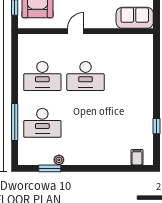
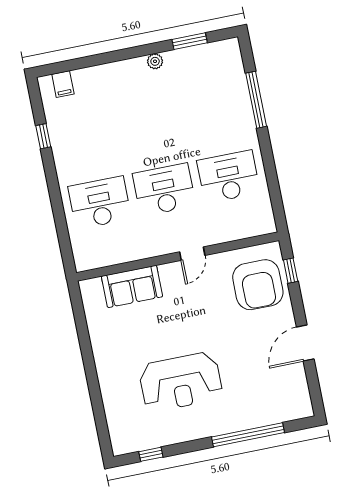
sofa: (135, 18) -> (132, 286), moved
desk: (42, 123) -> (100, 203), moved
plant: (59, 160) -> (155, 61), moved

